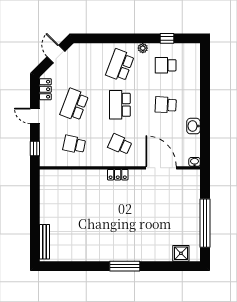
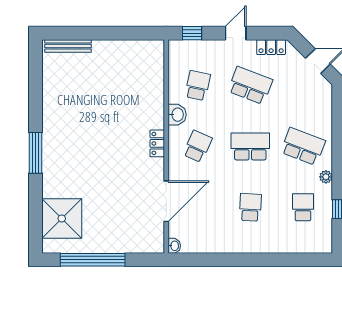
washbasin: (193, 126) -> (177, 115), moved, turned 90
shower: (181, 253) -> (62, 218), width x1.86, depth x1.86

